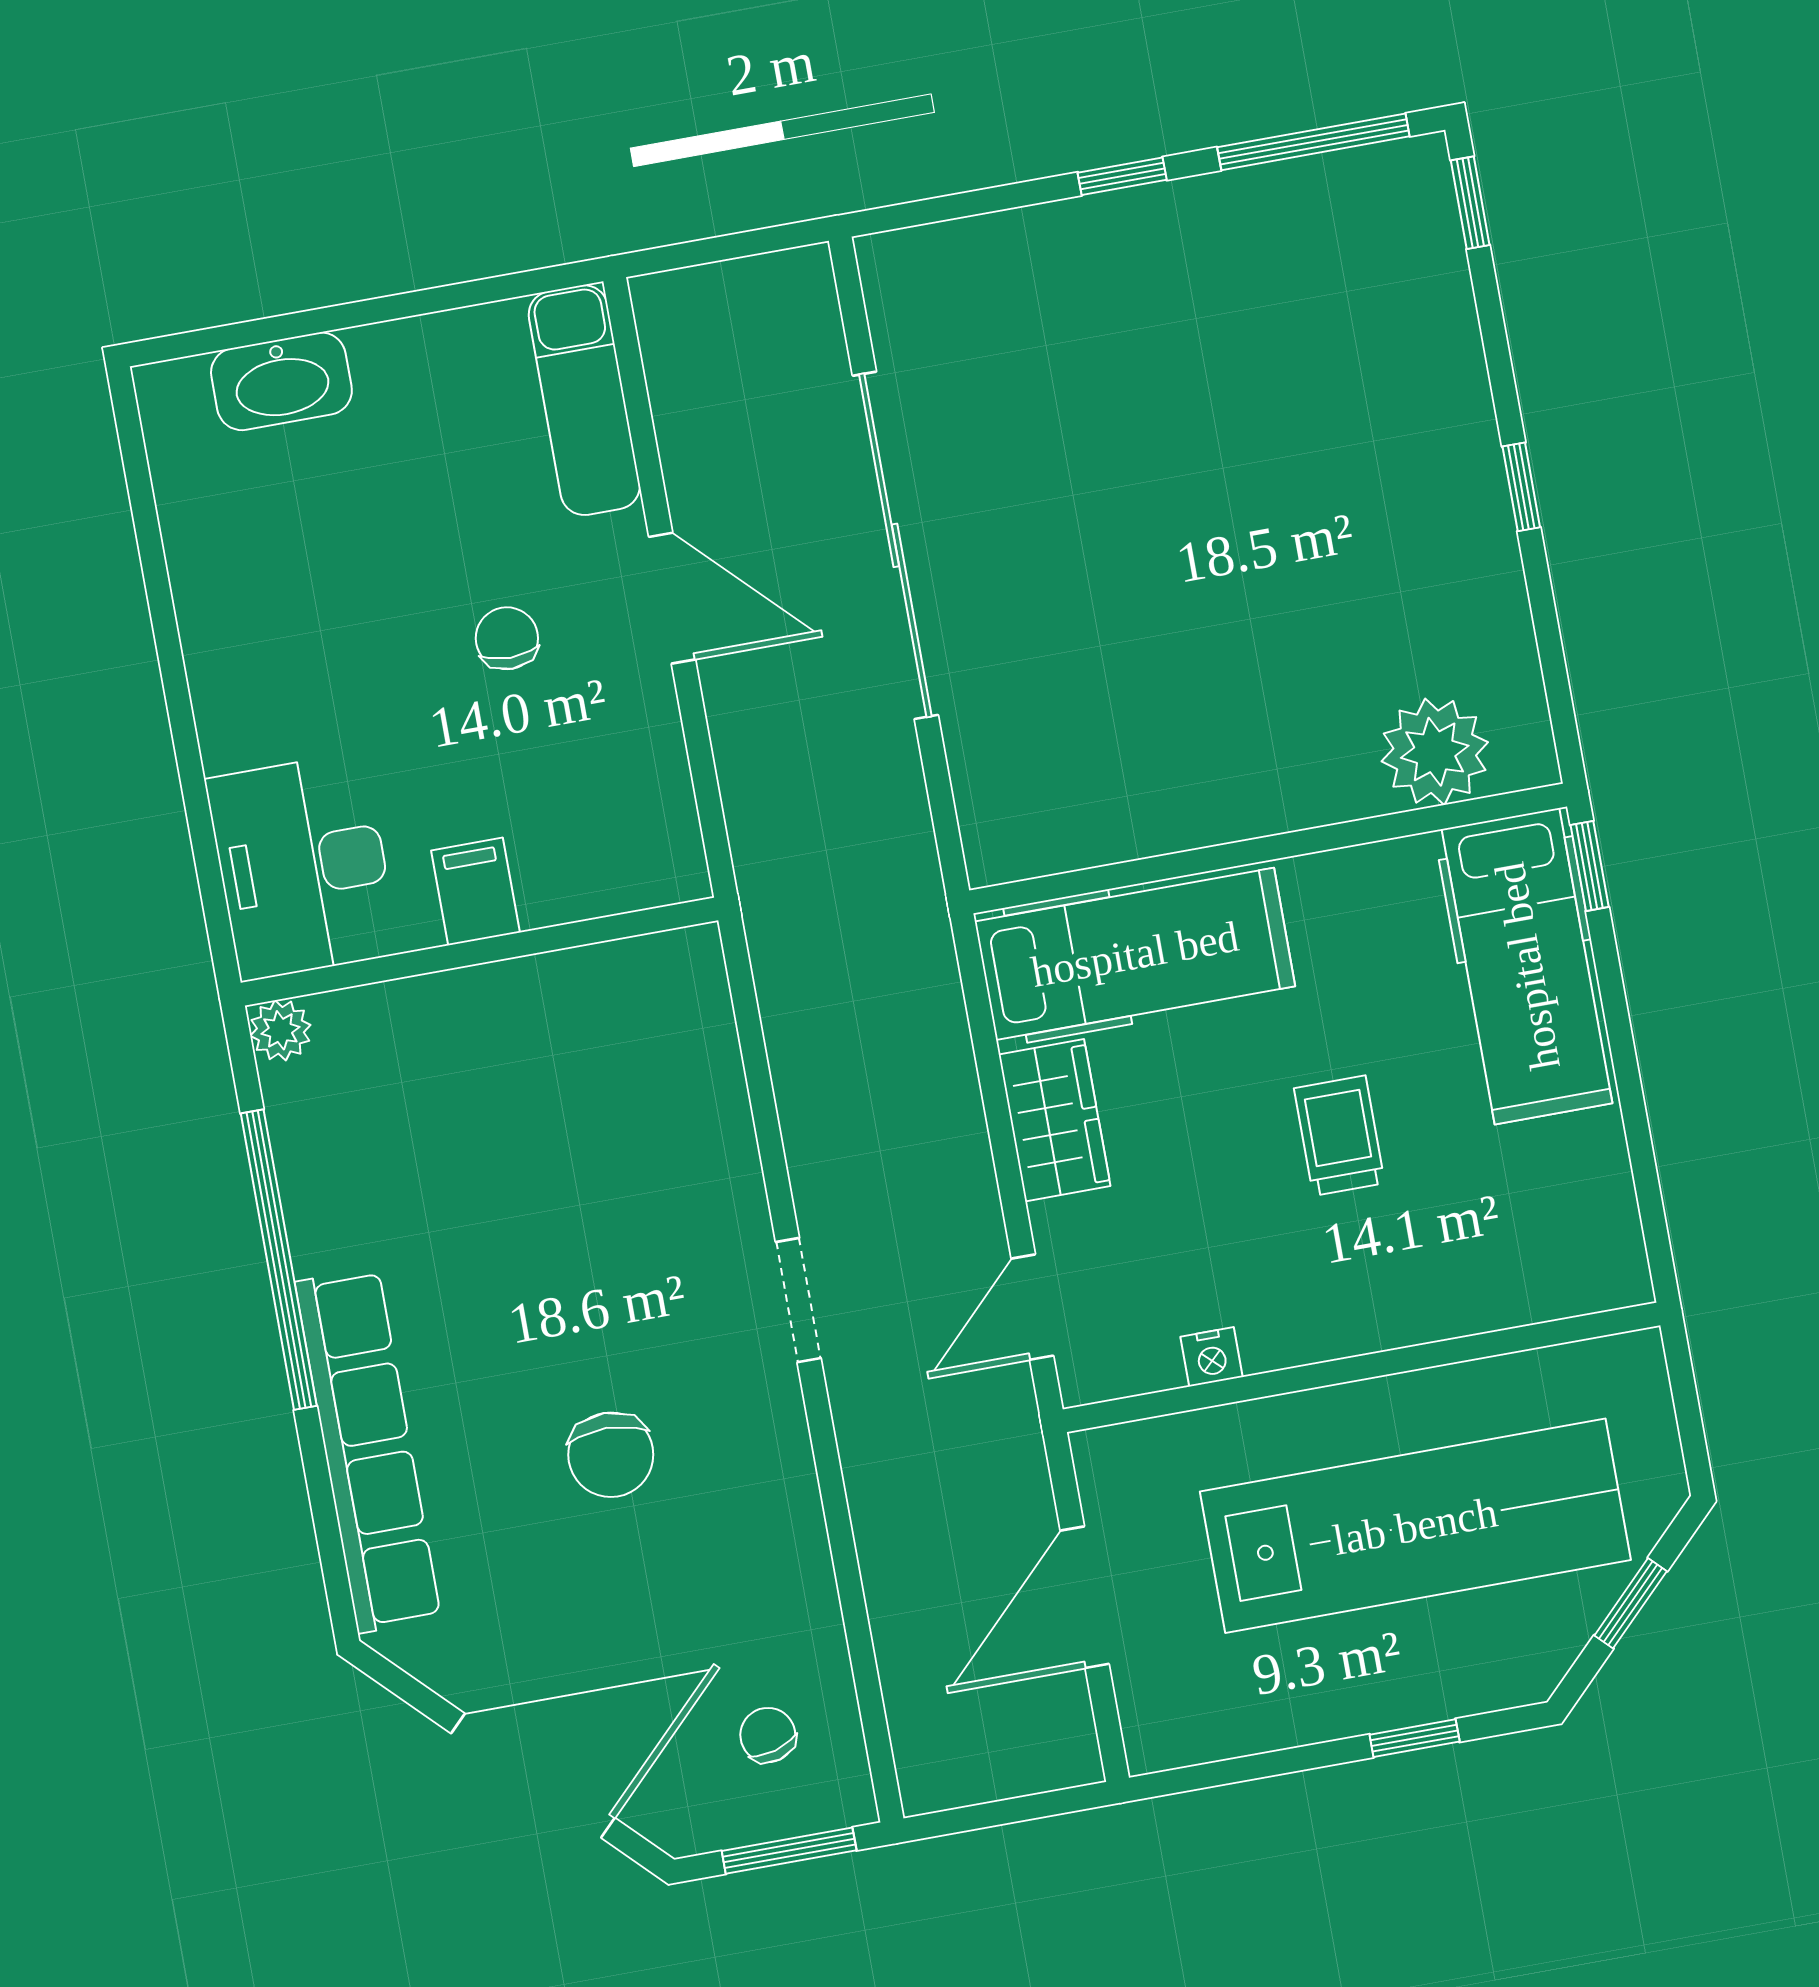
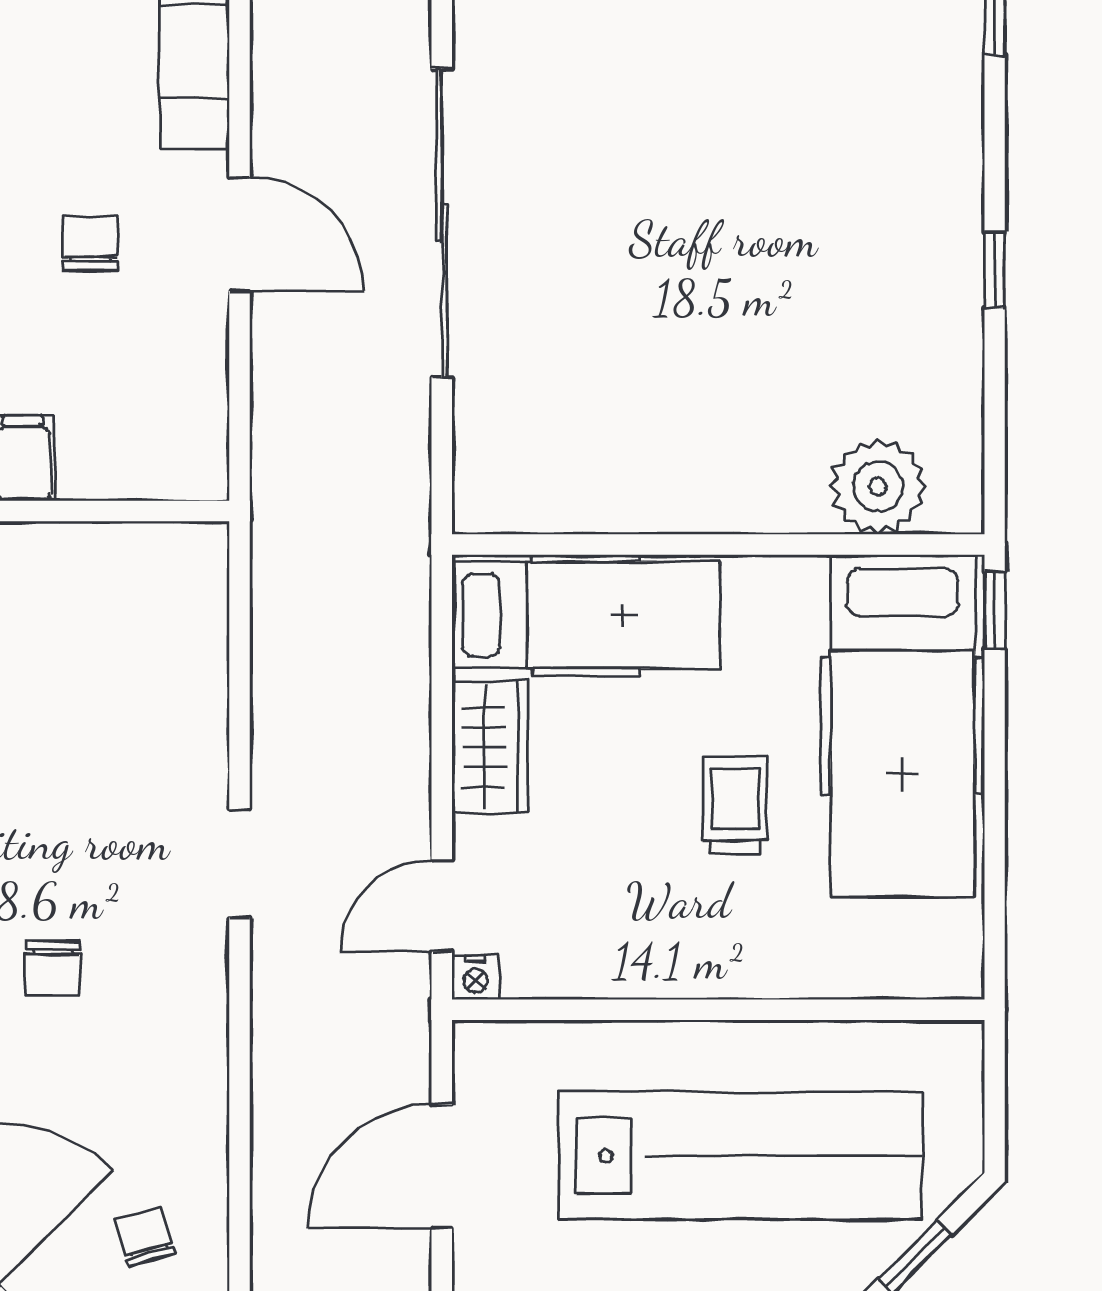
hospital bed: (1527, 966) -> (903, 726), width x1.37, depth x1.29
nightstand: (1212, 1357) -> (476, 977), moved
chair: (611, 1455) -> (52, 968), width x0.73, depth x0.73

